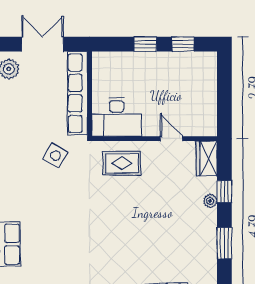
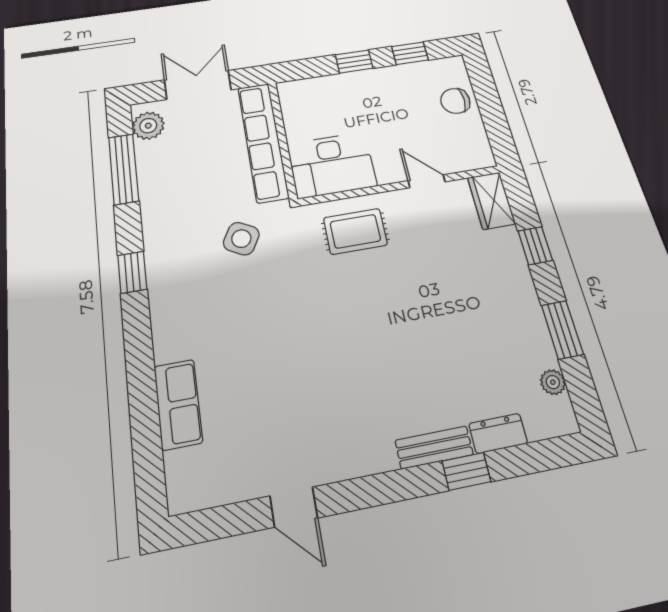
chair: (203, 86) -> (455, 101), added
plant: (210, 201) -> (553, 382), moved

